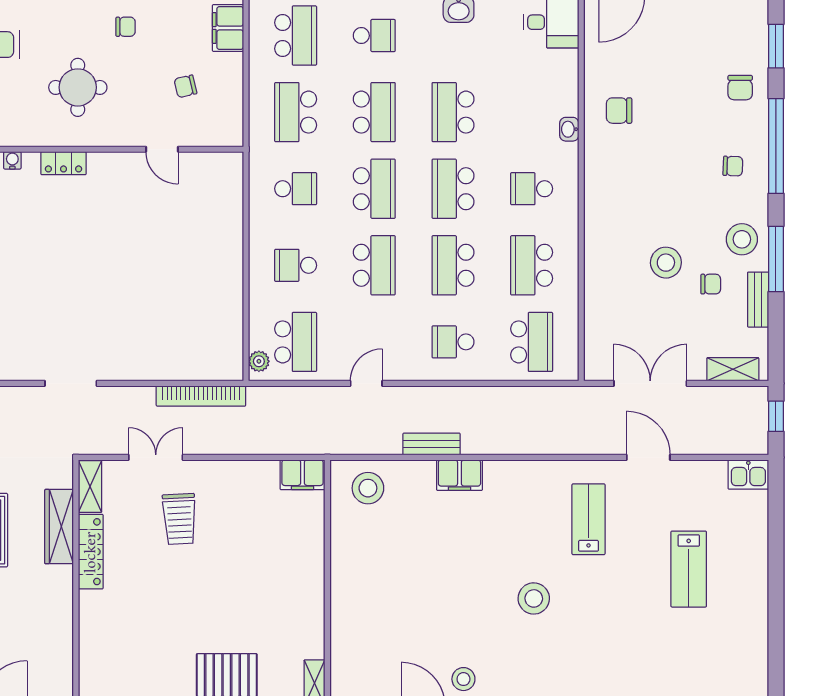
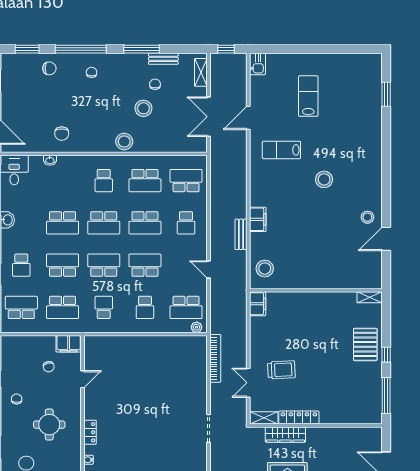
filing cabinet: (228, 28) -> (69, 344), moved
school desk: (374, 36) -> (21, 265), turned 180
washbasin: (569, 129) -> (50, 160), moved
stool: (742, 239) -> (124, 141), moved
school desk: (296, 342) -> (186, 307), turned 180
lab bench: (689, 569) -> (308, 96), turned -90

